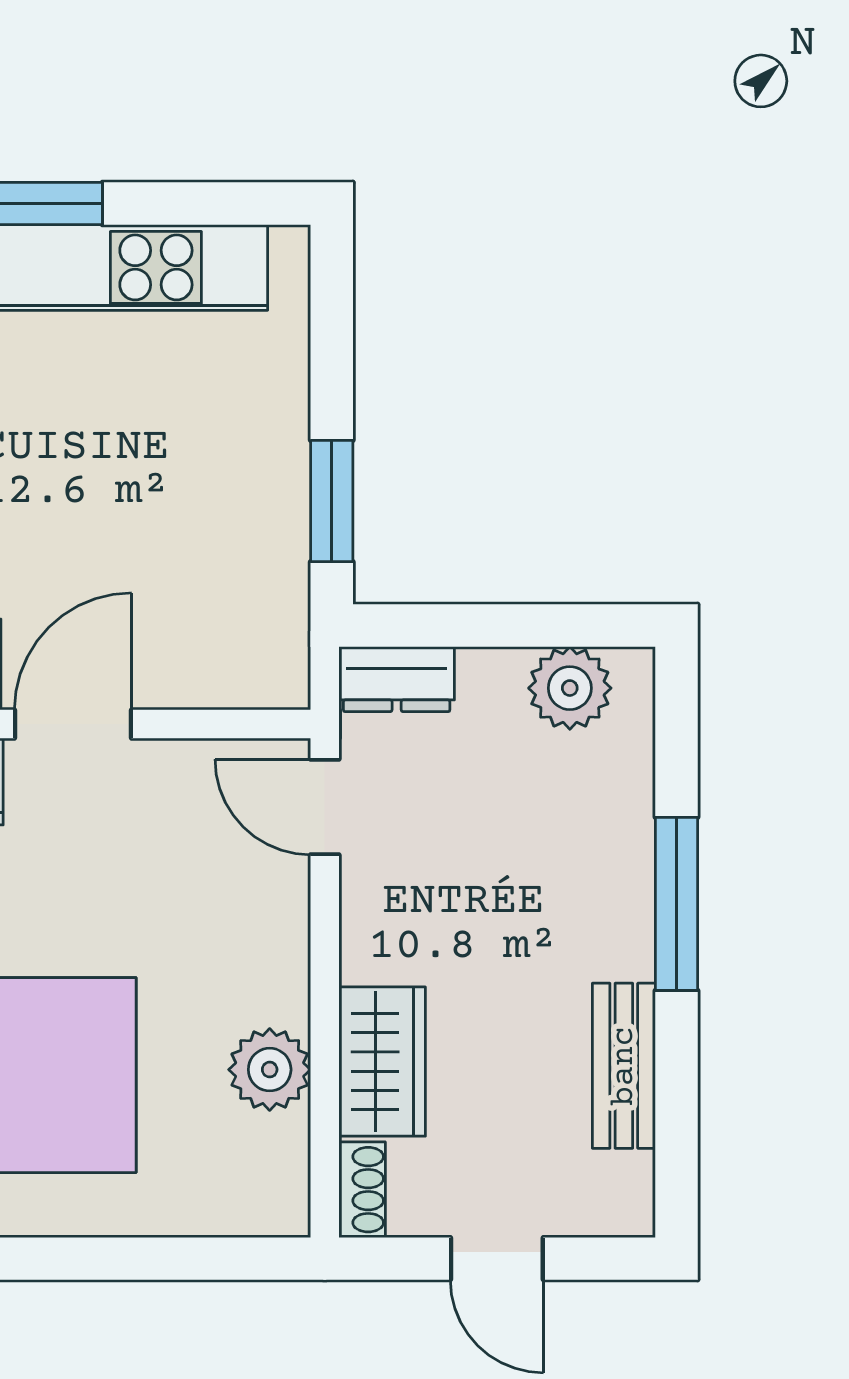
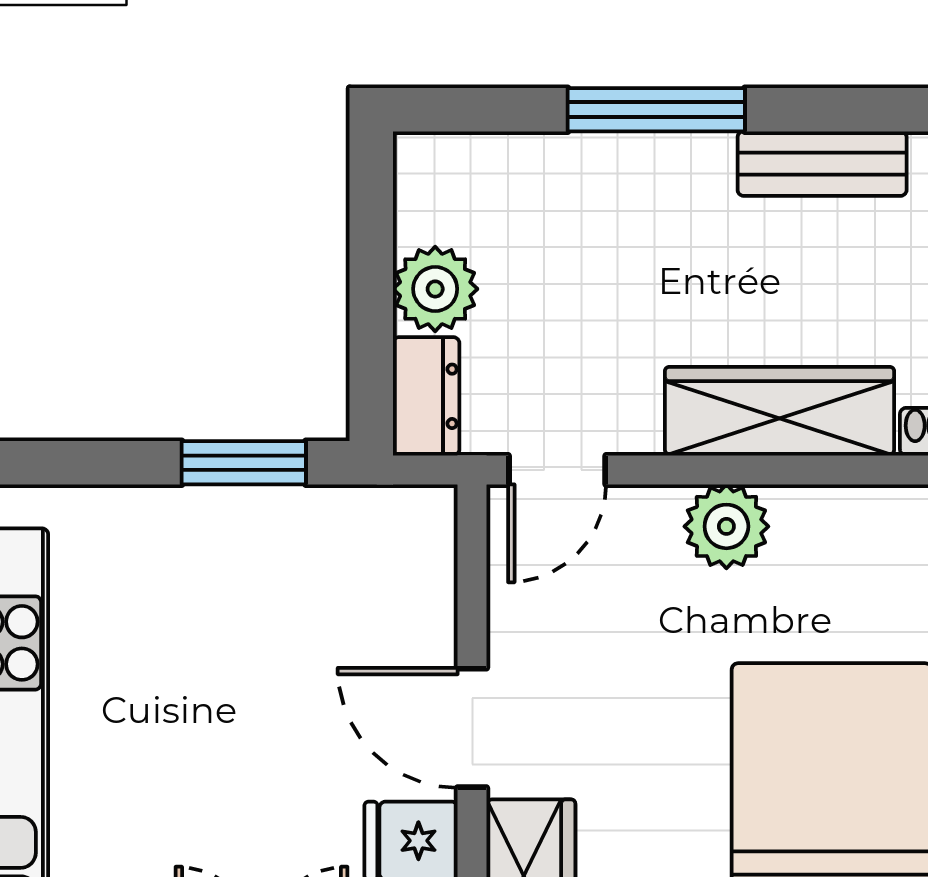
plant: (570, 688) -> (435, 289), moved
wardrobe: (382, 1062) -> (780, 411), width x1.50
plant: (270, 1070) -> (726, 526), moved

